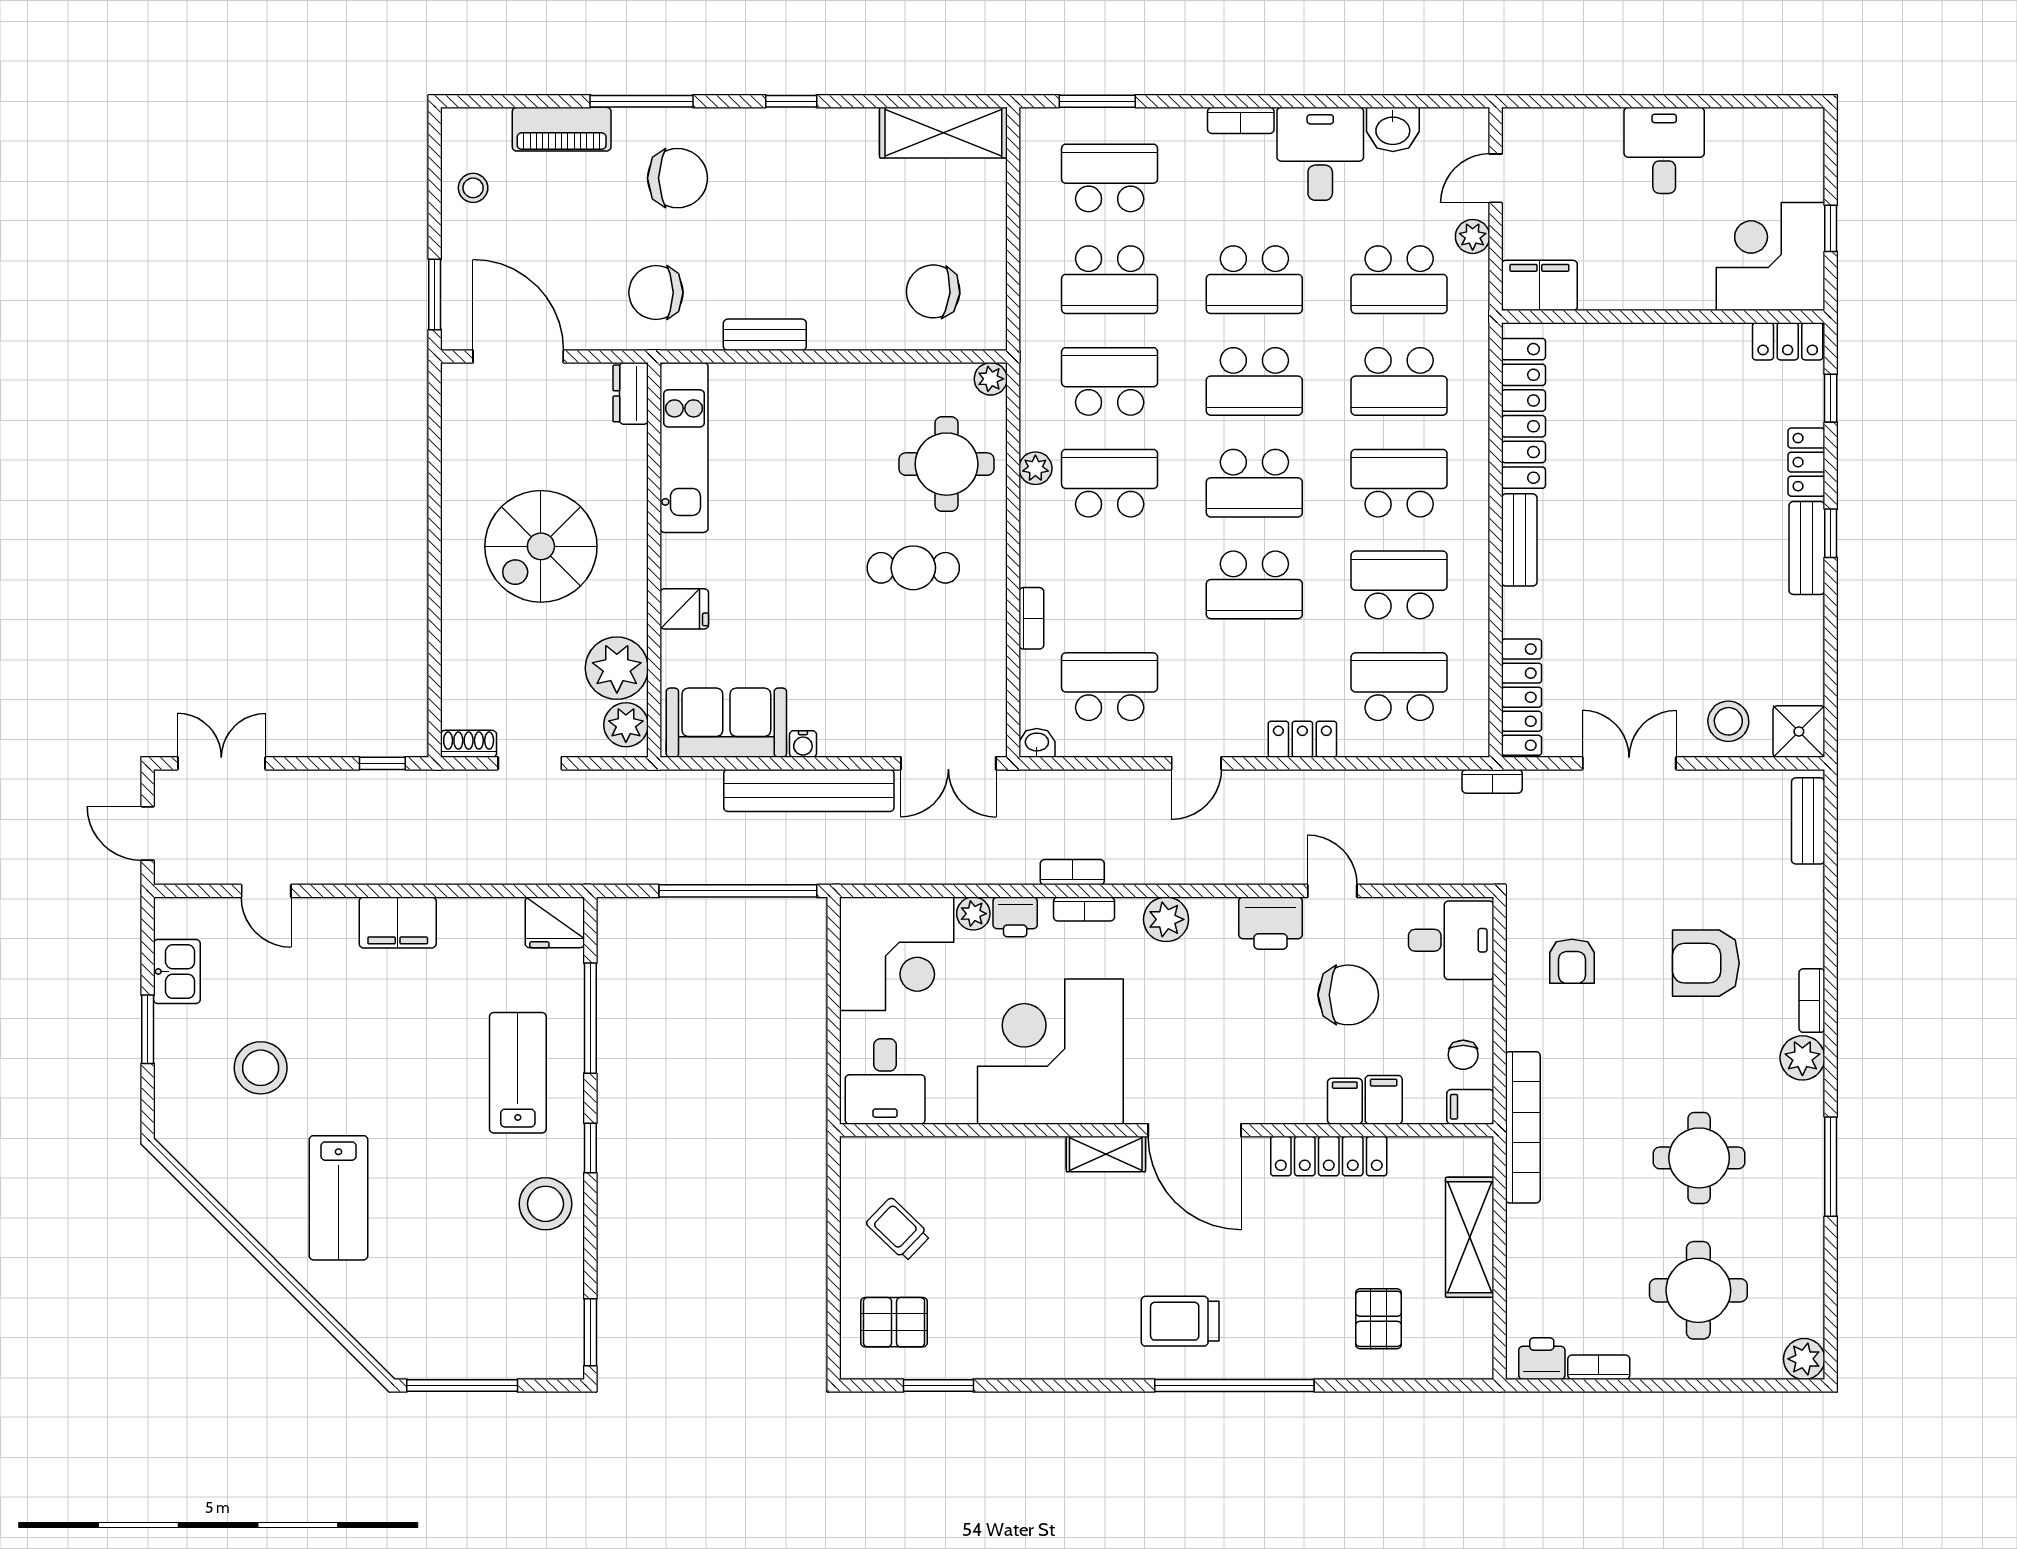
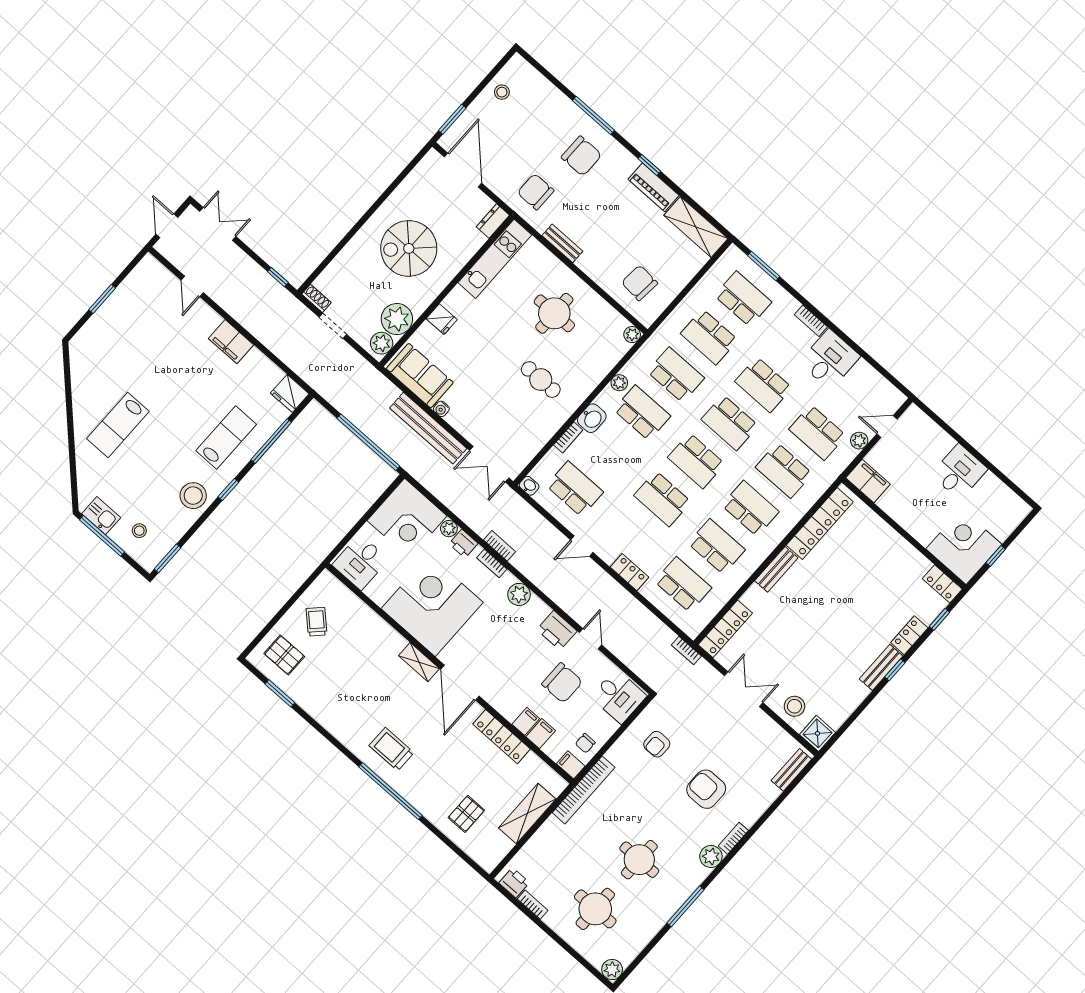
piano: (562, 129) -> (654, 187), moved
washbasin: (1393, 129) -> (592, 418), moved, turned -90
round table: (947, 464) -> (554, 313), moved
kitchen sink: (177, 972) -> (101, 516), moved, turned -90
stool: (261, 1068) -> (139, 531), moved, width x0.53, depth x0.53

